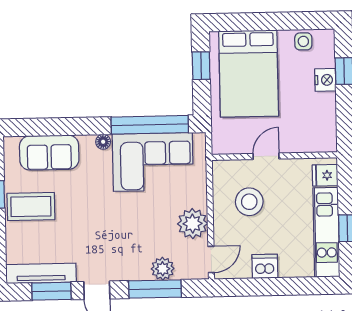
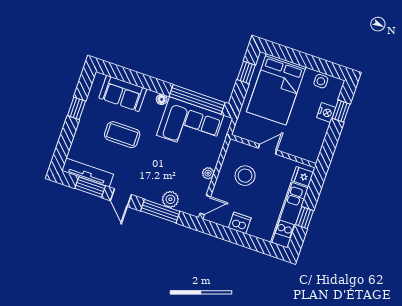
coffee table: (31, 206) -> (122, 135), moved
plant: (193, 224) -> (208, 173), width x0.53, depth x0.53

